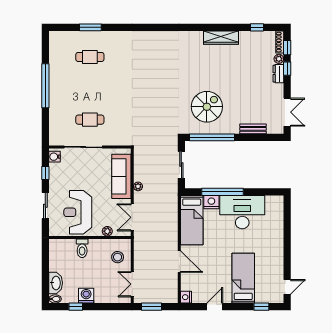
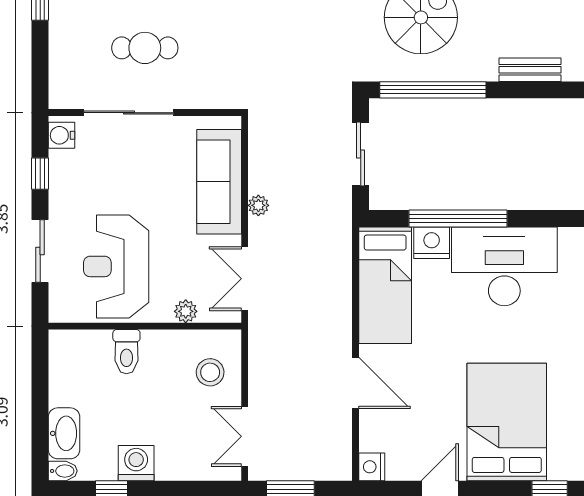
bed: (243, 278) -> (507, 422), width x1.50

